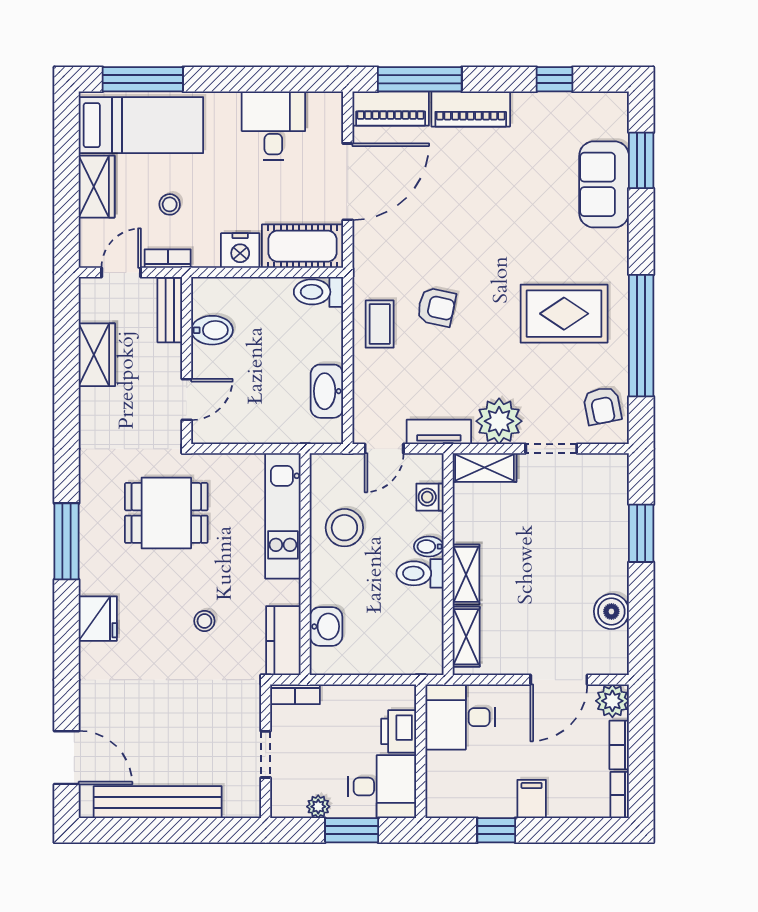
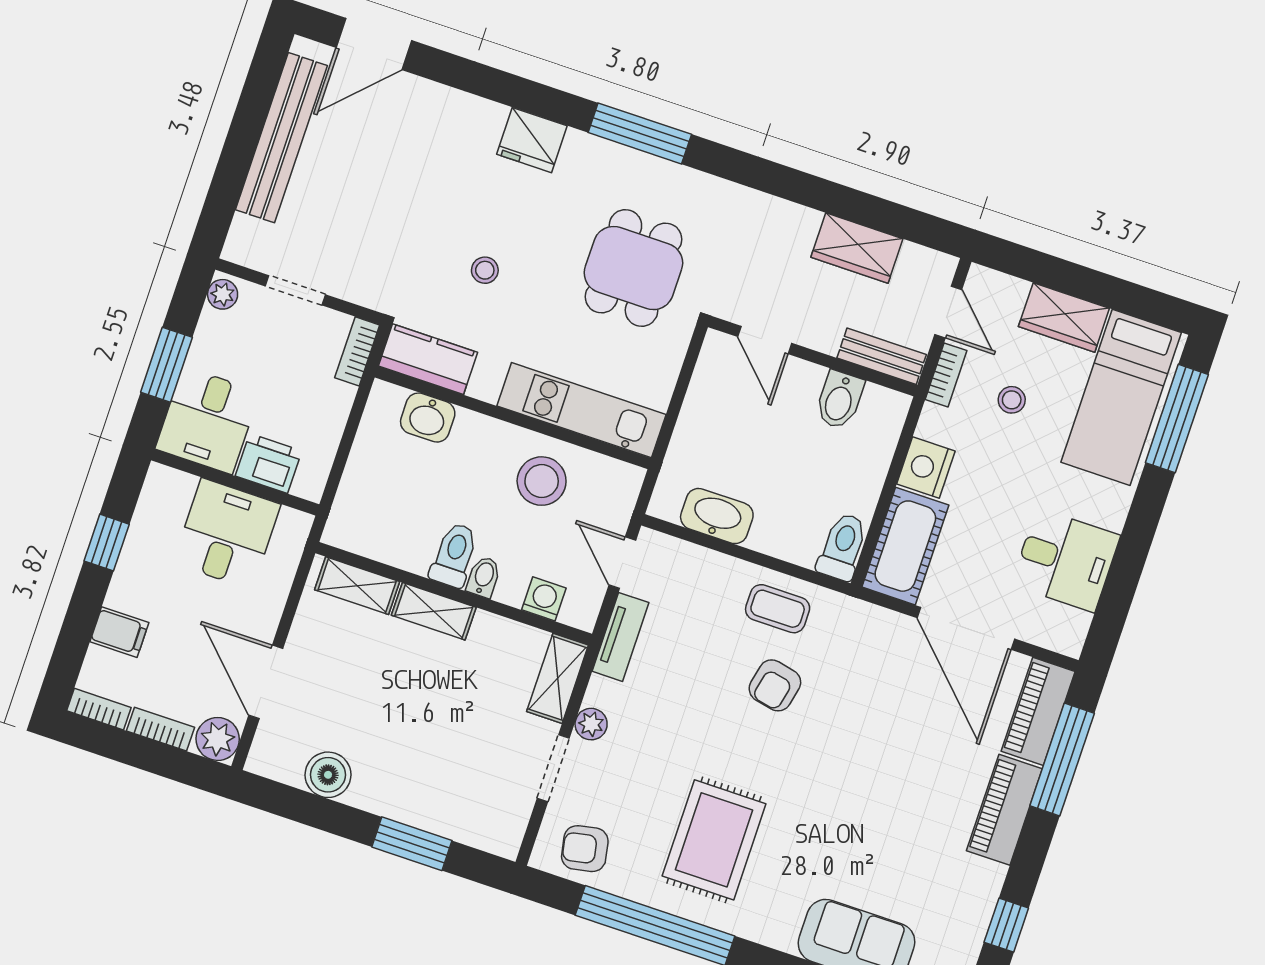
plant: (499, 421) -> (591, 724), width x0.53, depth x0.53
desk: (460, 717) -> (227, 534), moved
filing cabinet: (532, 799) -> (119, 632), moved
plant: (318, 807) -> (223, 294), moved

